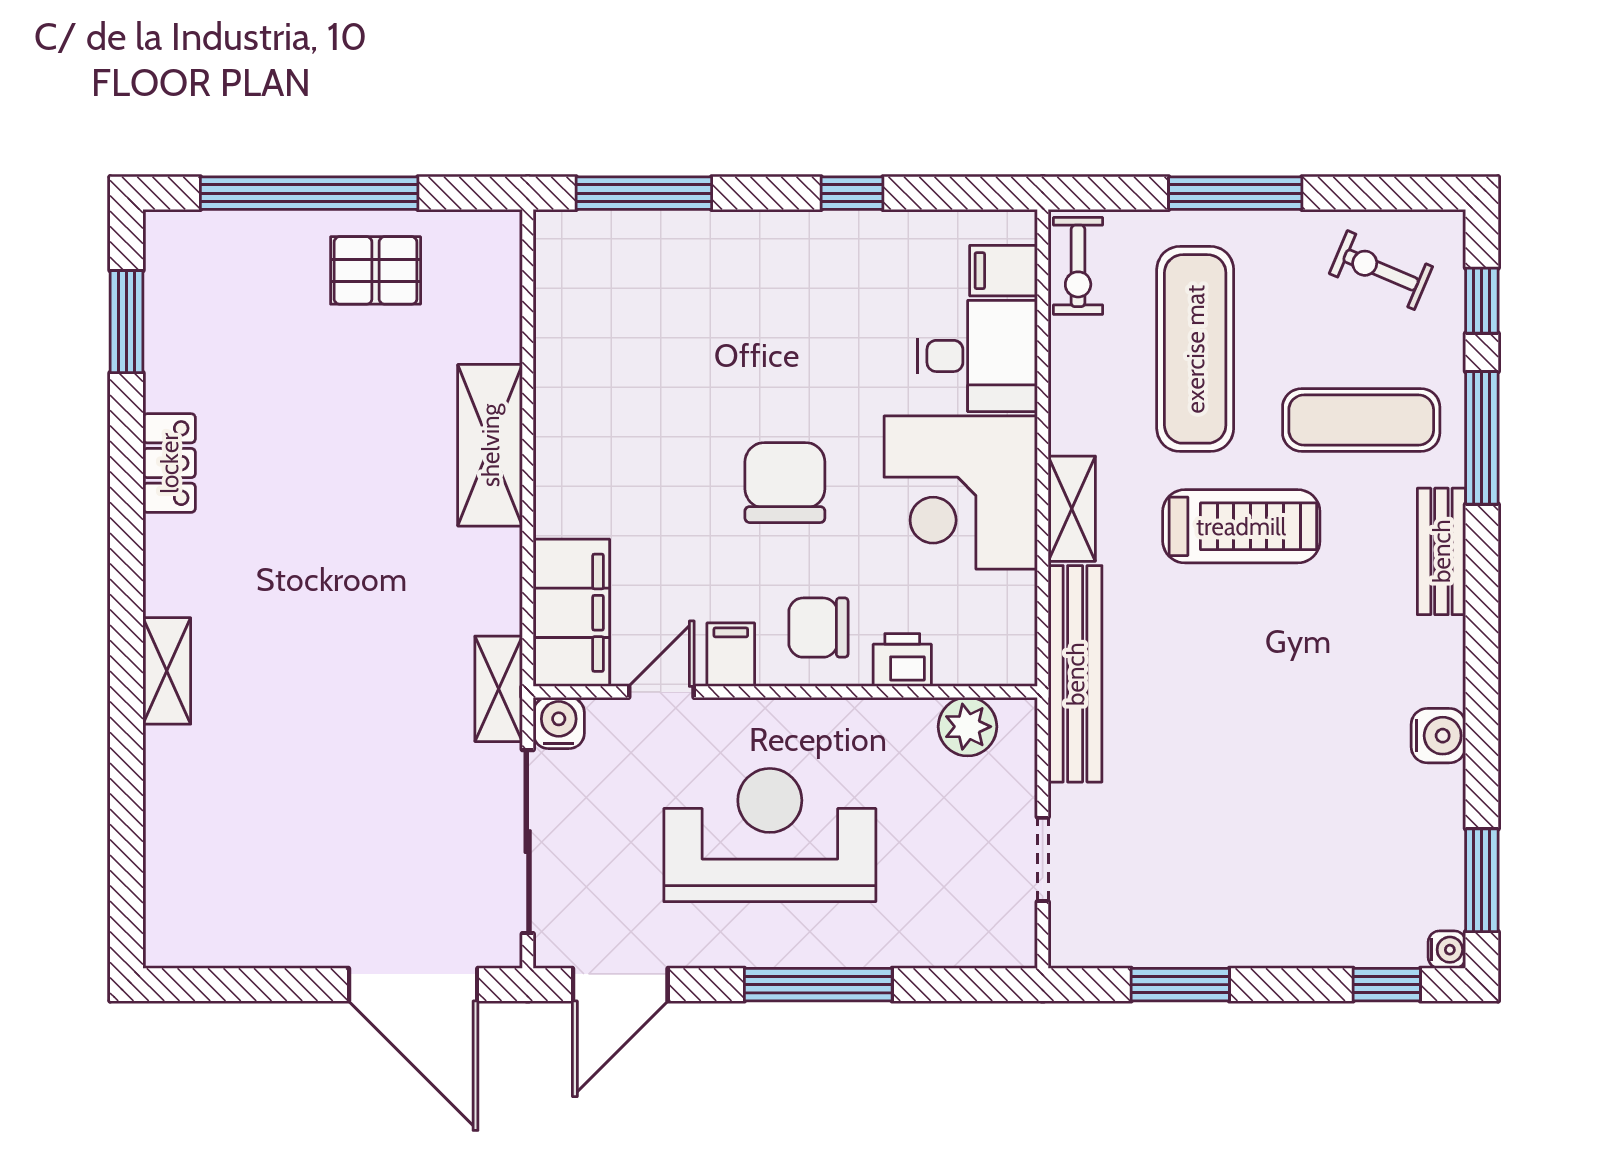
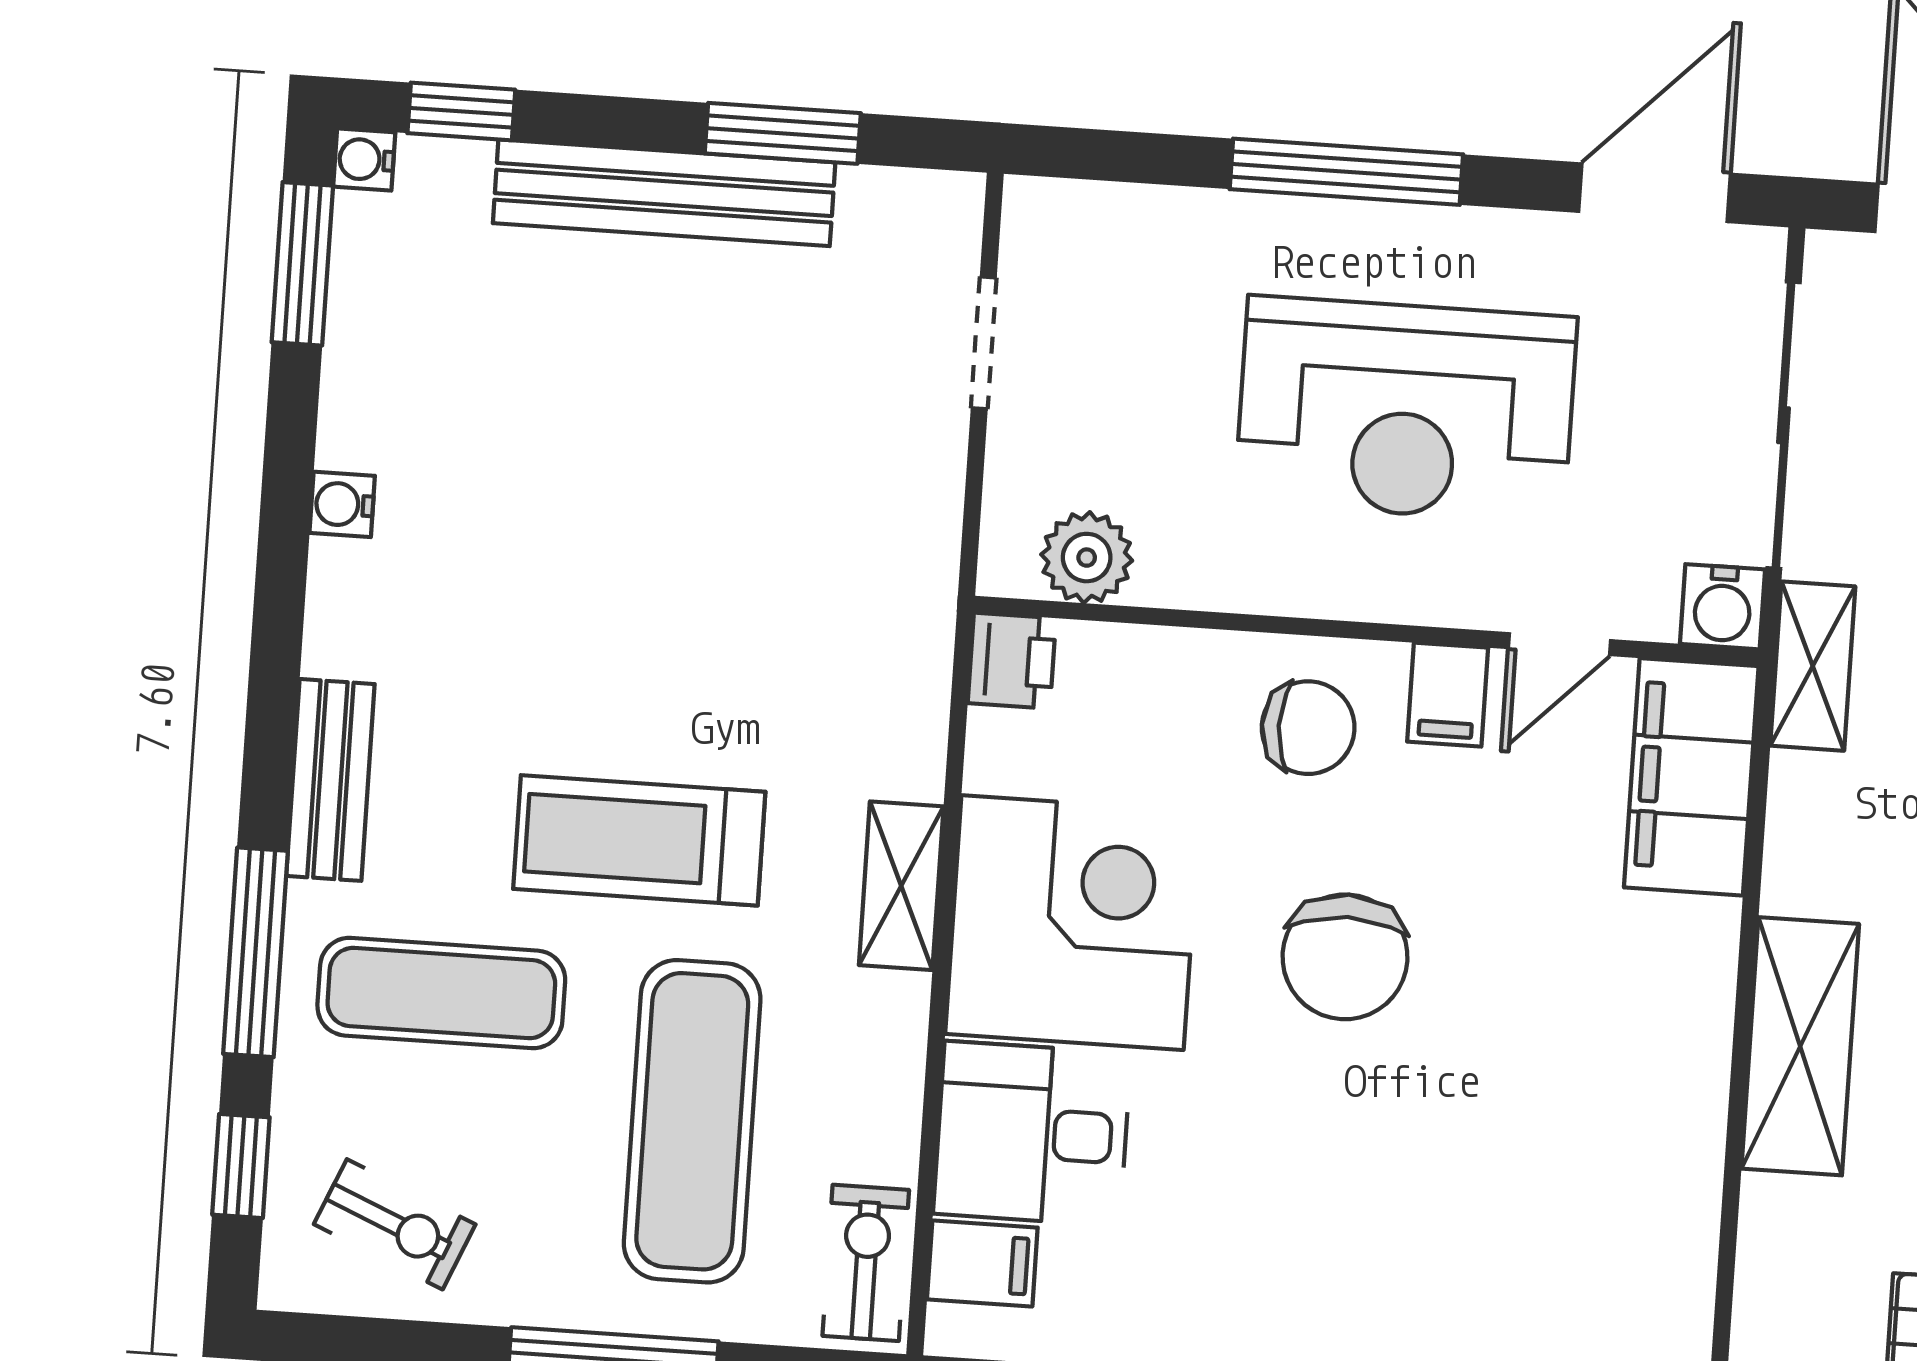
printer: (902, 660) -> (1012, 661), moved, turned -90
bench: (1075, 674) -> (664, 193), moved, turned 90
water cooler: (1438, 736) -> (342, 504), width x0.72, depth x0.72

